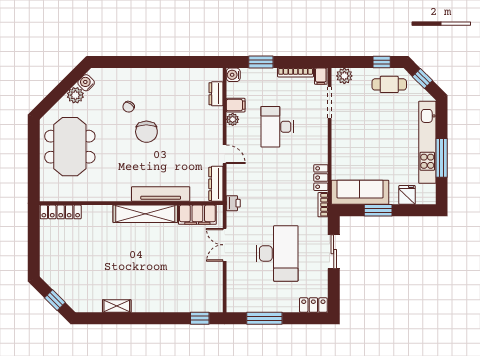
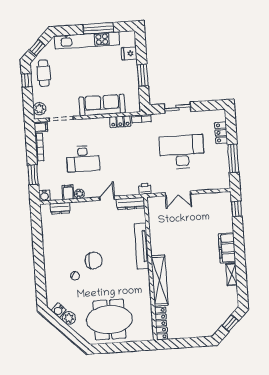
sofa: (360, 192) -> (102, 105), moved, turned 90
shelving: (145, 214) -> (159, 281), moved
filing cabinet: (197, 215) -> (227, 248), moved, turned 180
locker: (313, 305) -> (221, 133), moved

